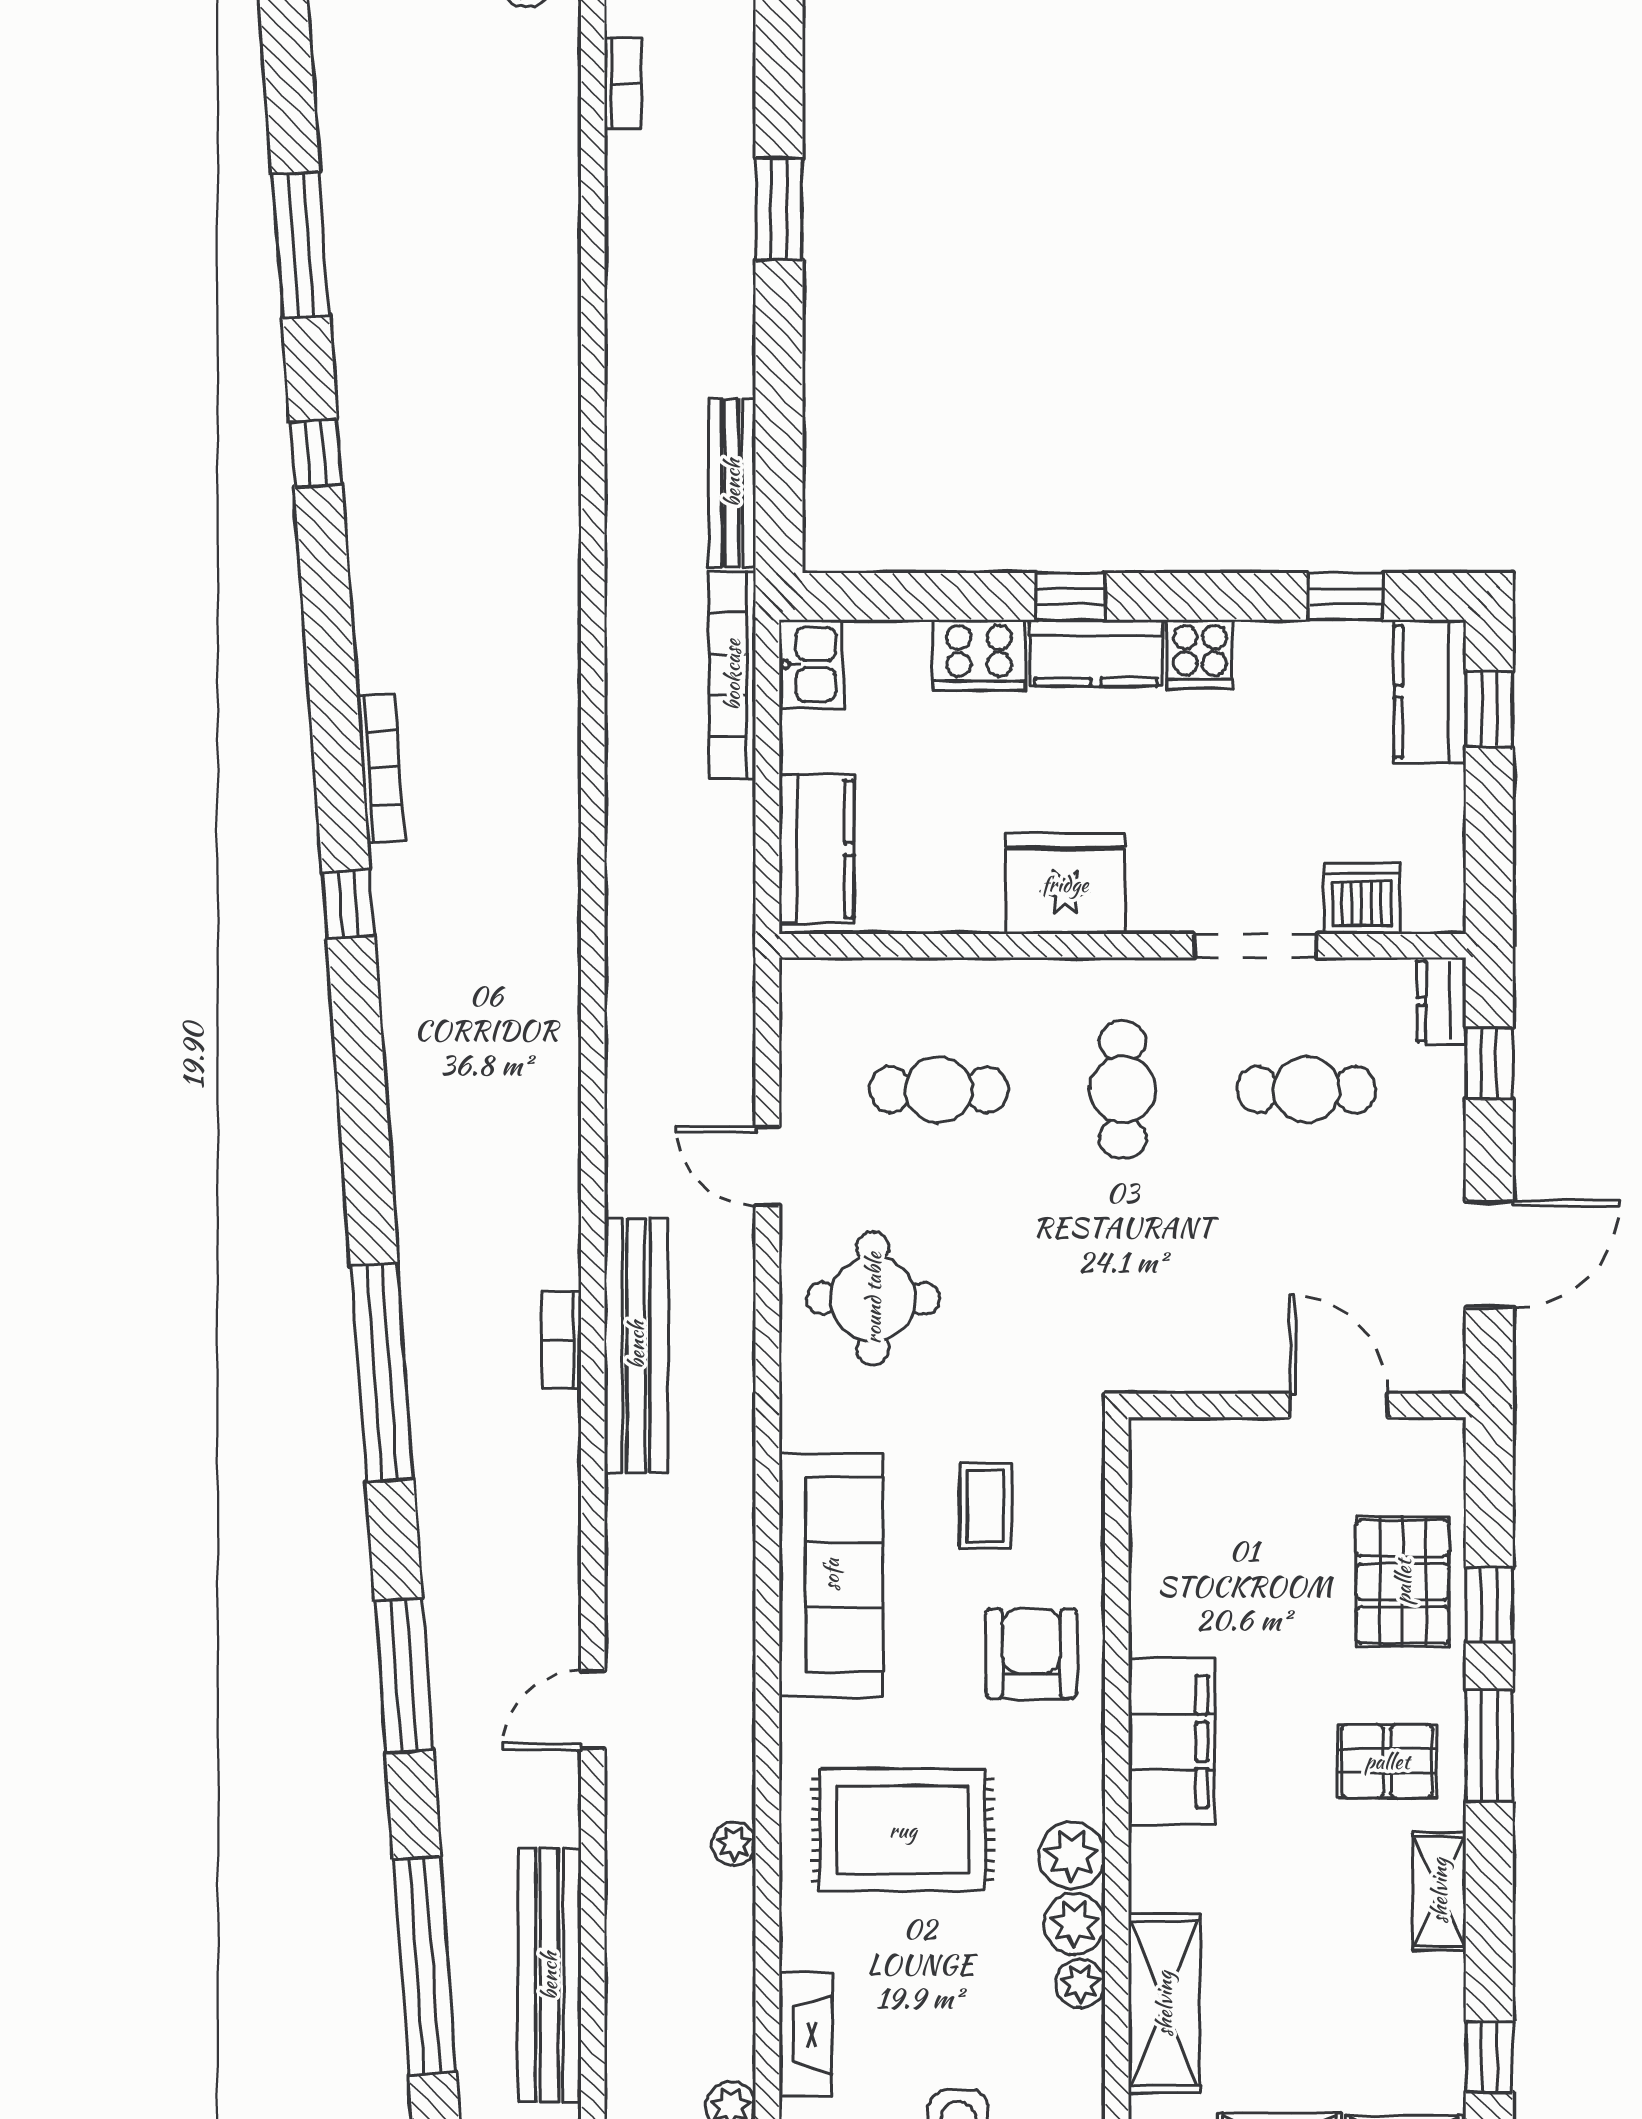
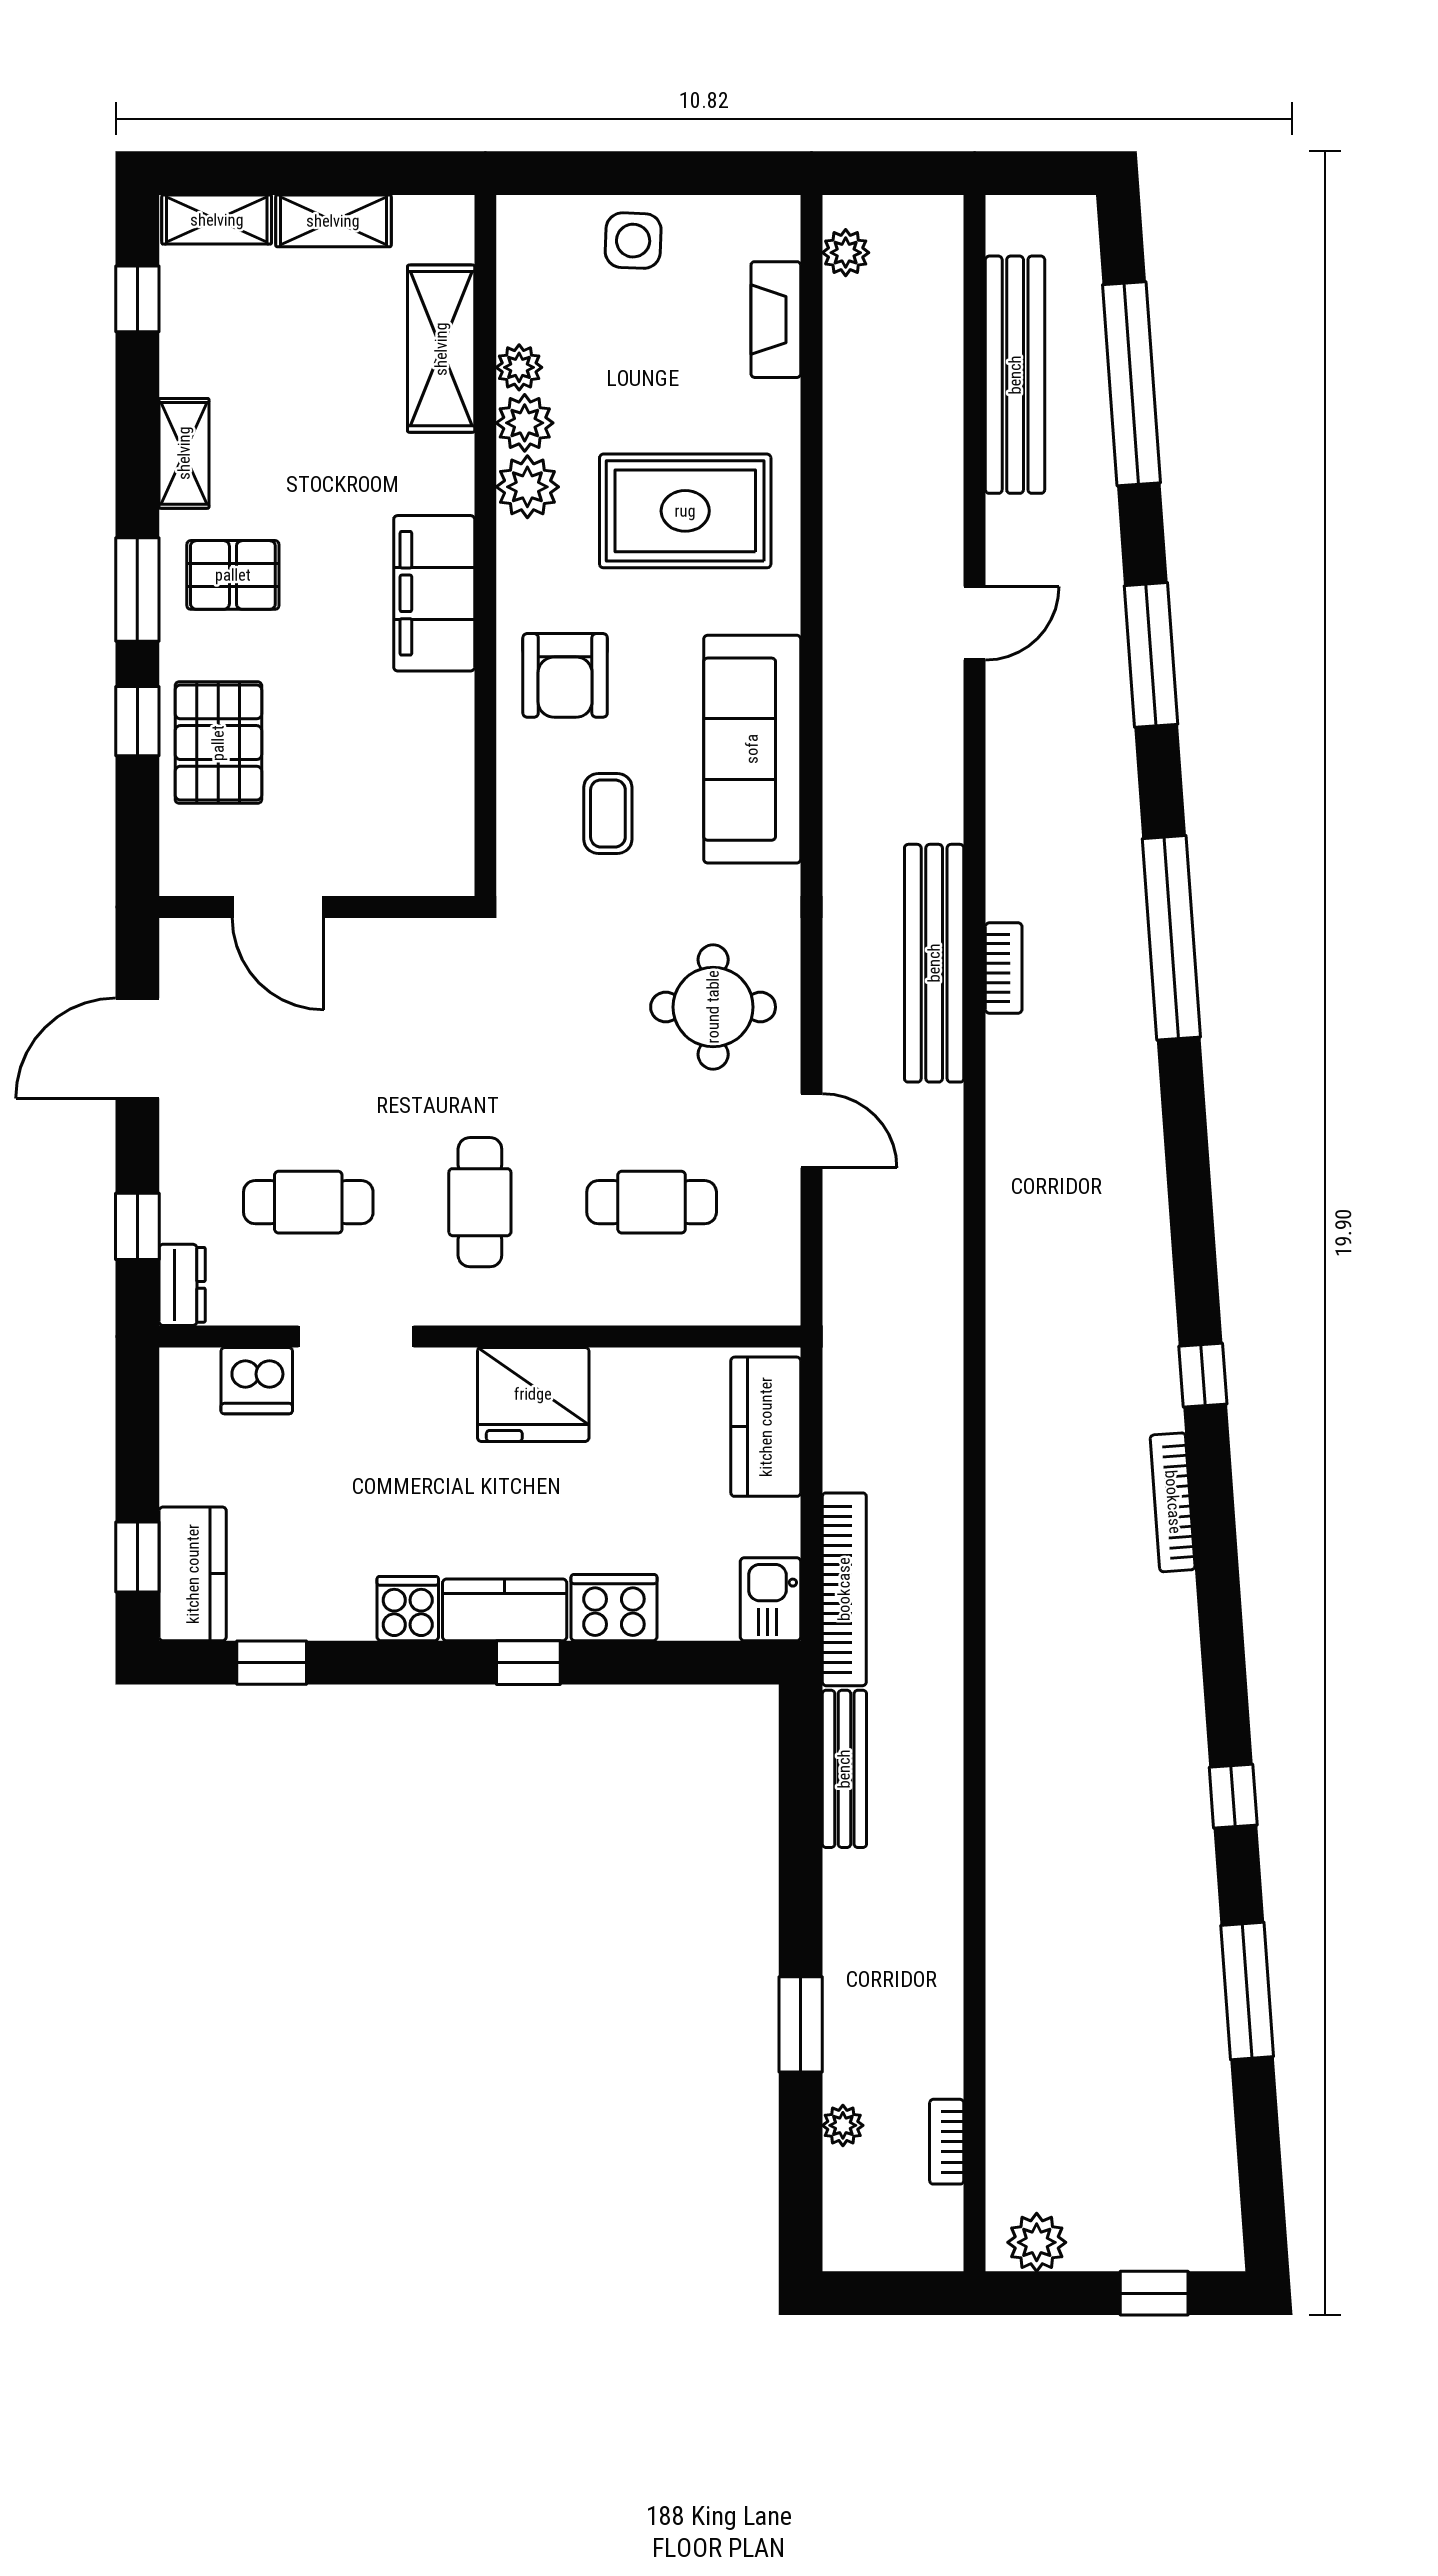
plant: (734, 1844) -> (843, 2125), moved

